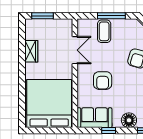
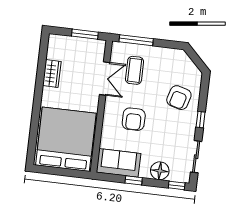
window: (42, 16) -> (85, 34), moved
window: (111, 16) -> (136, 40), moved
coffee table: (104, 31) -> (135, 70), moved

